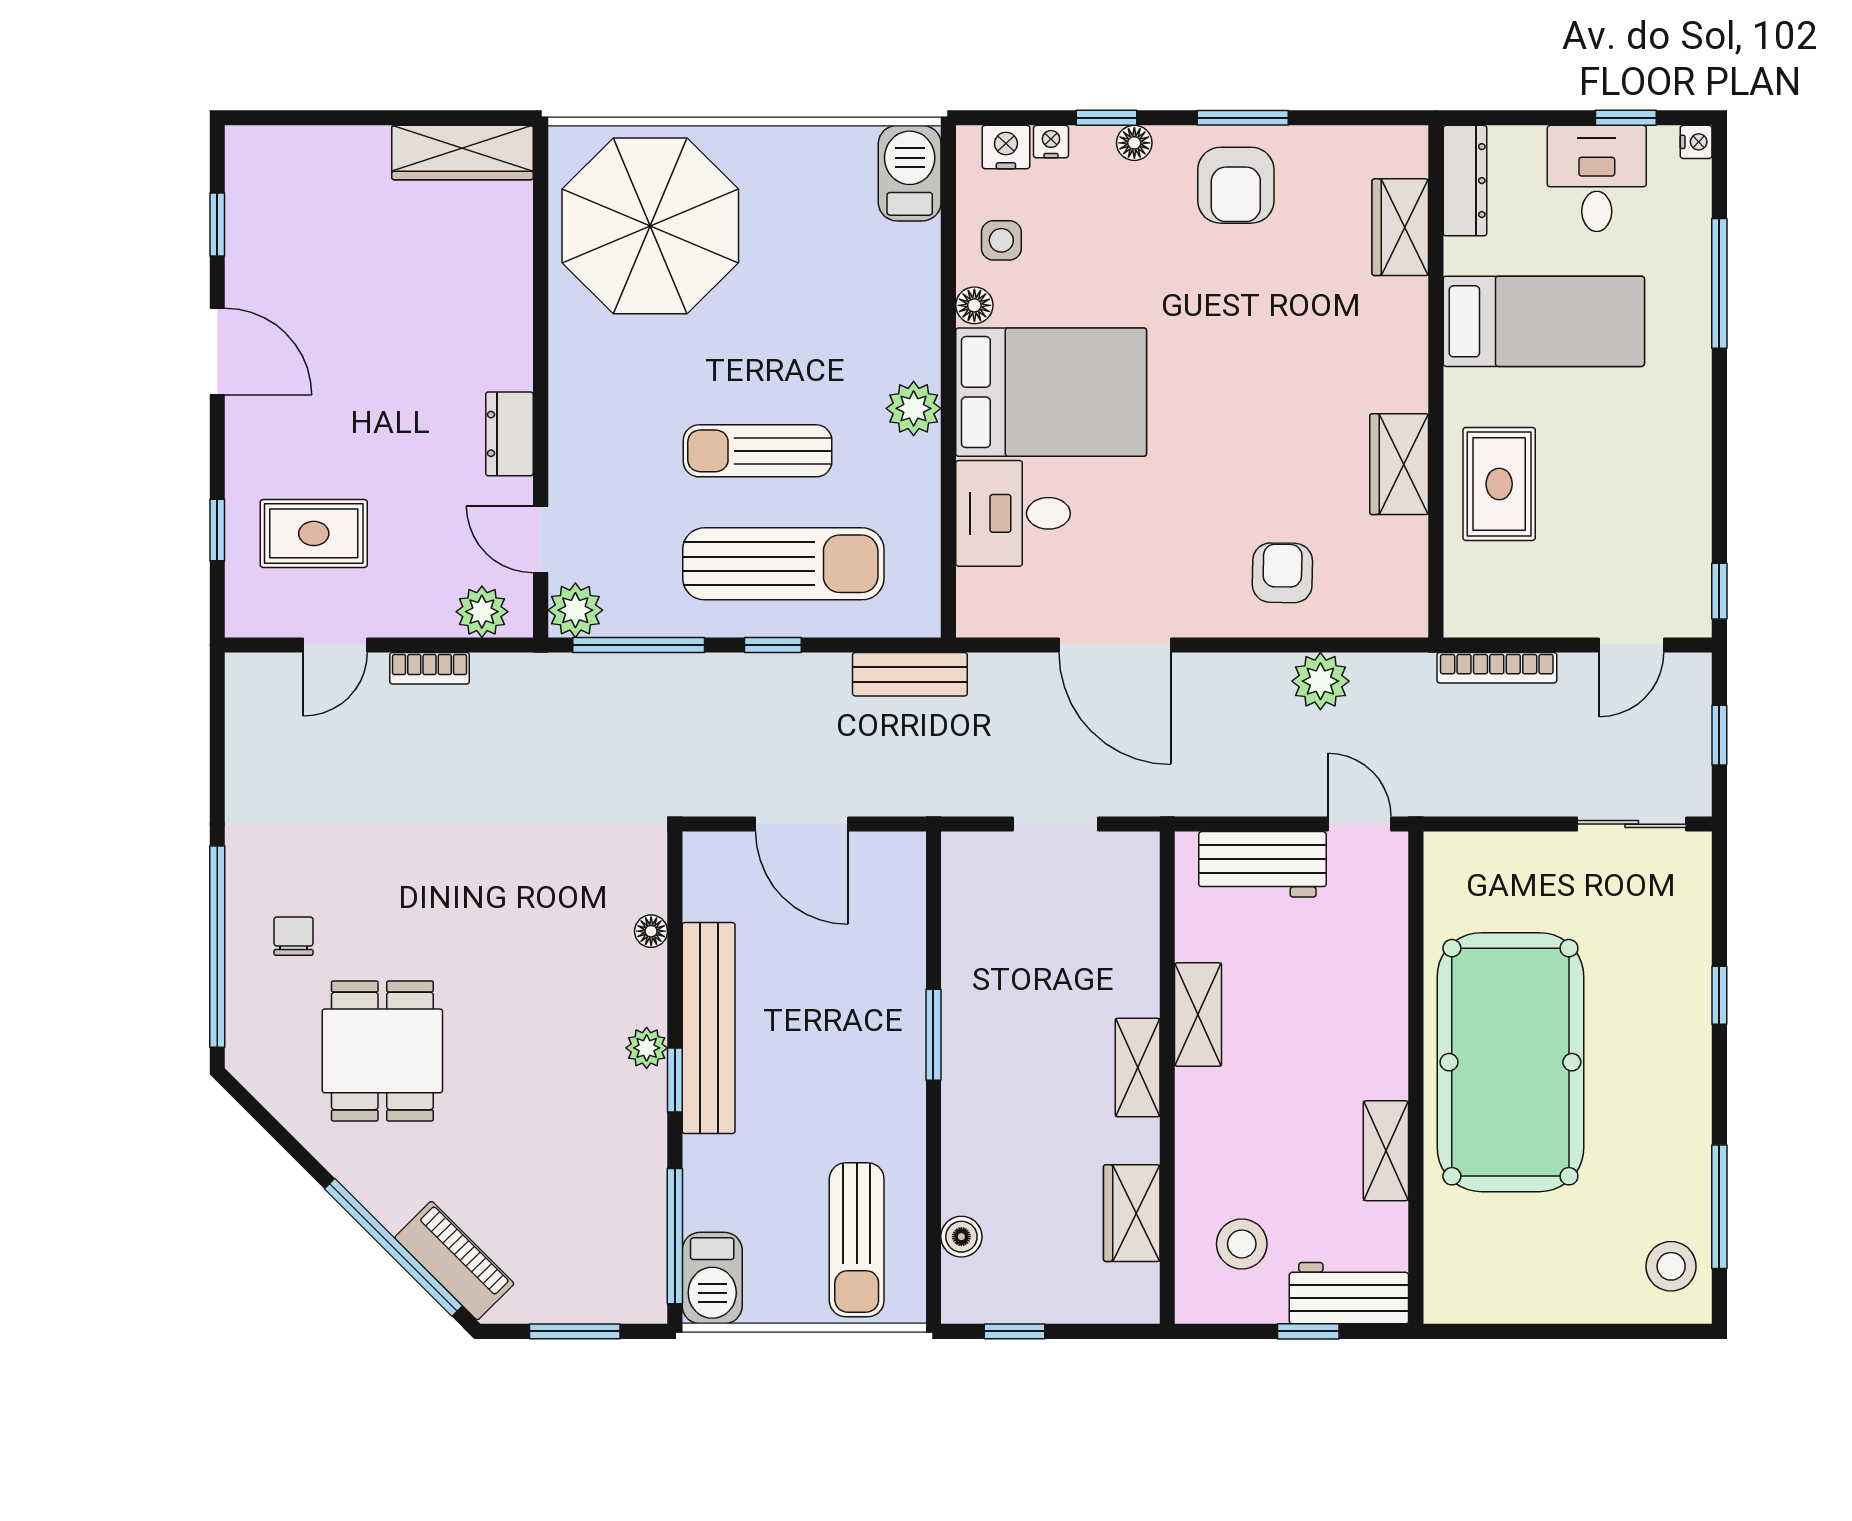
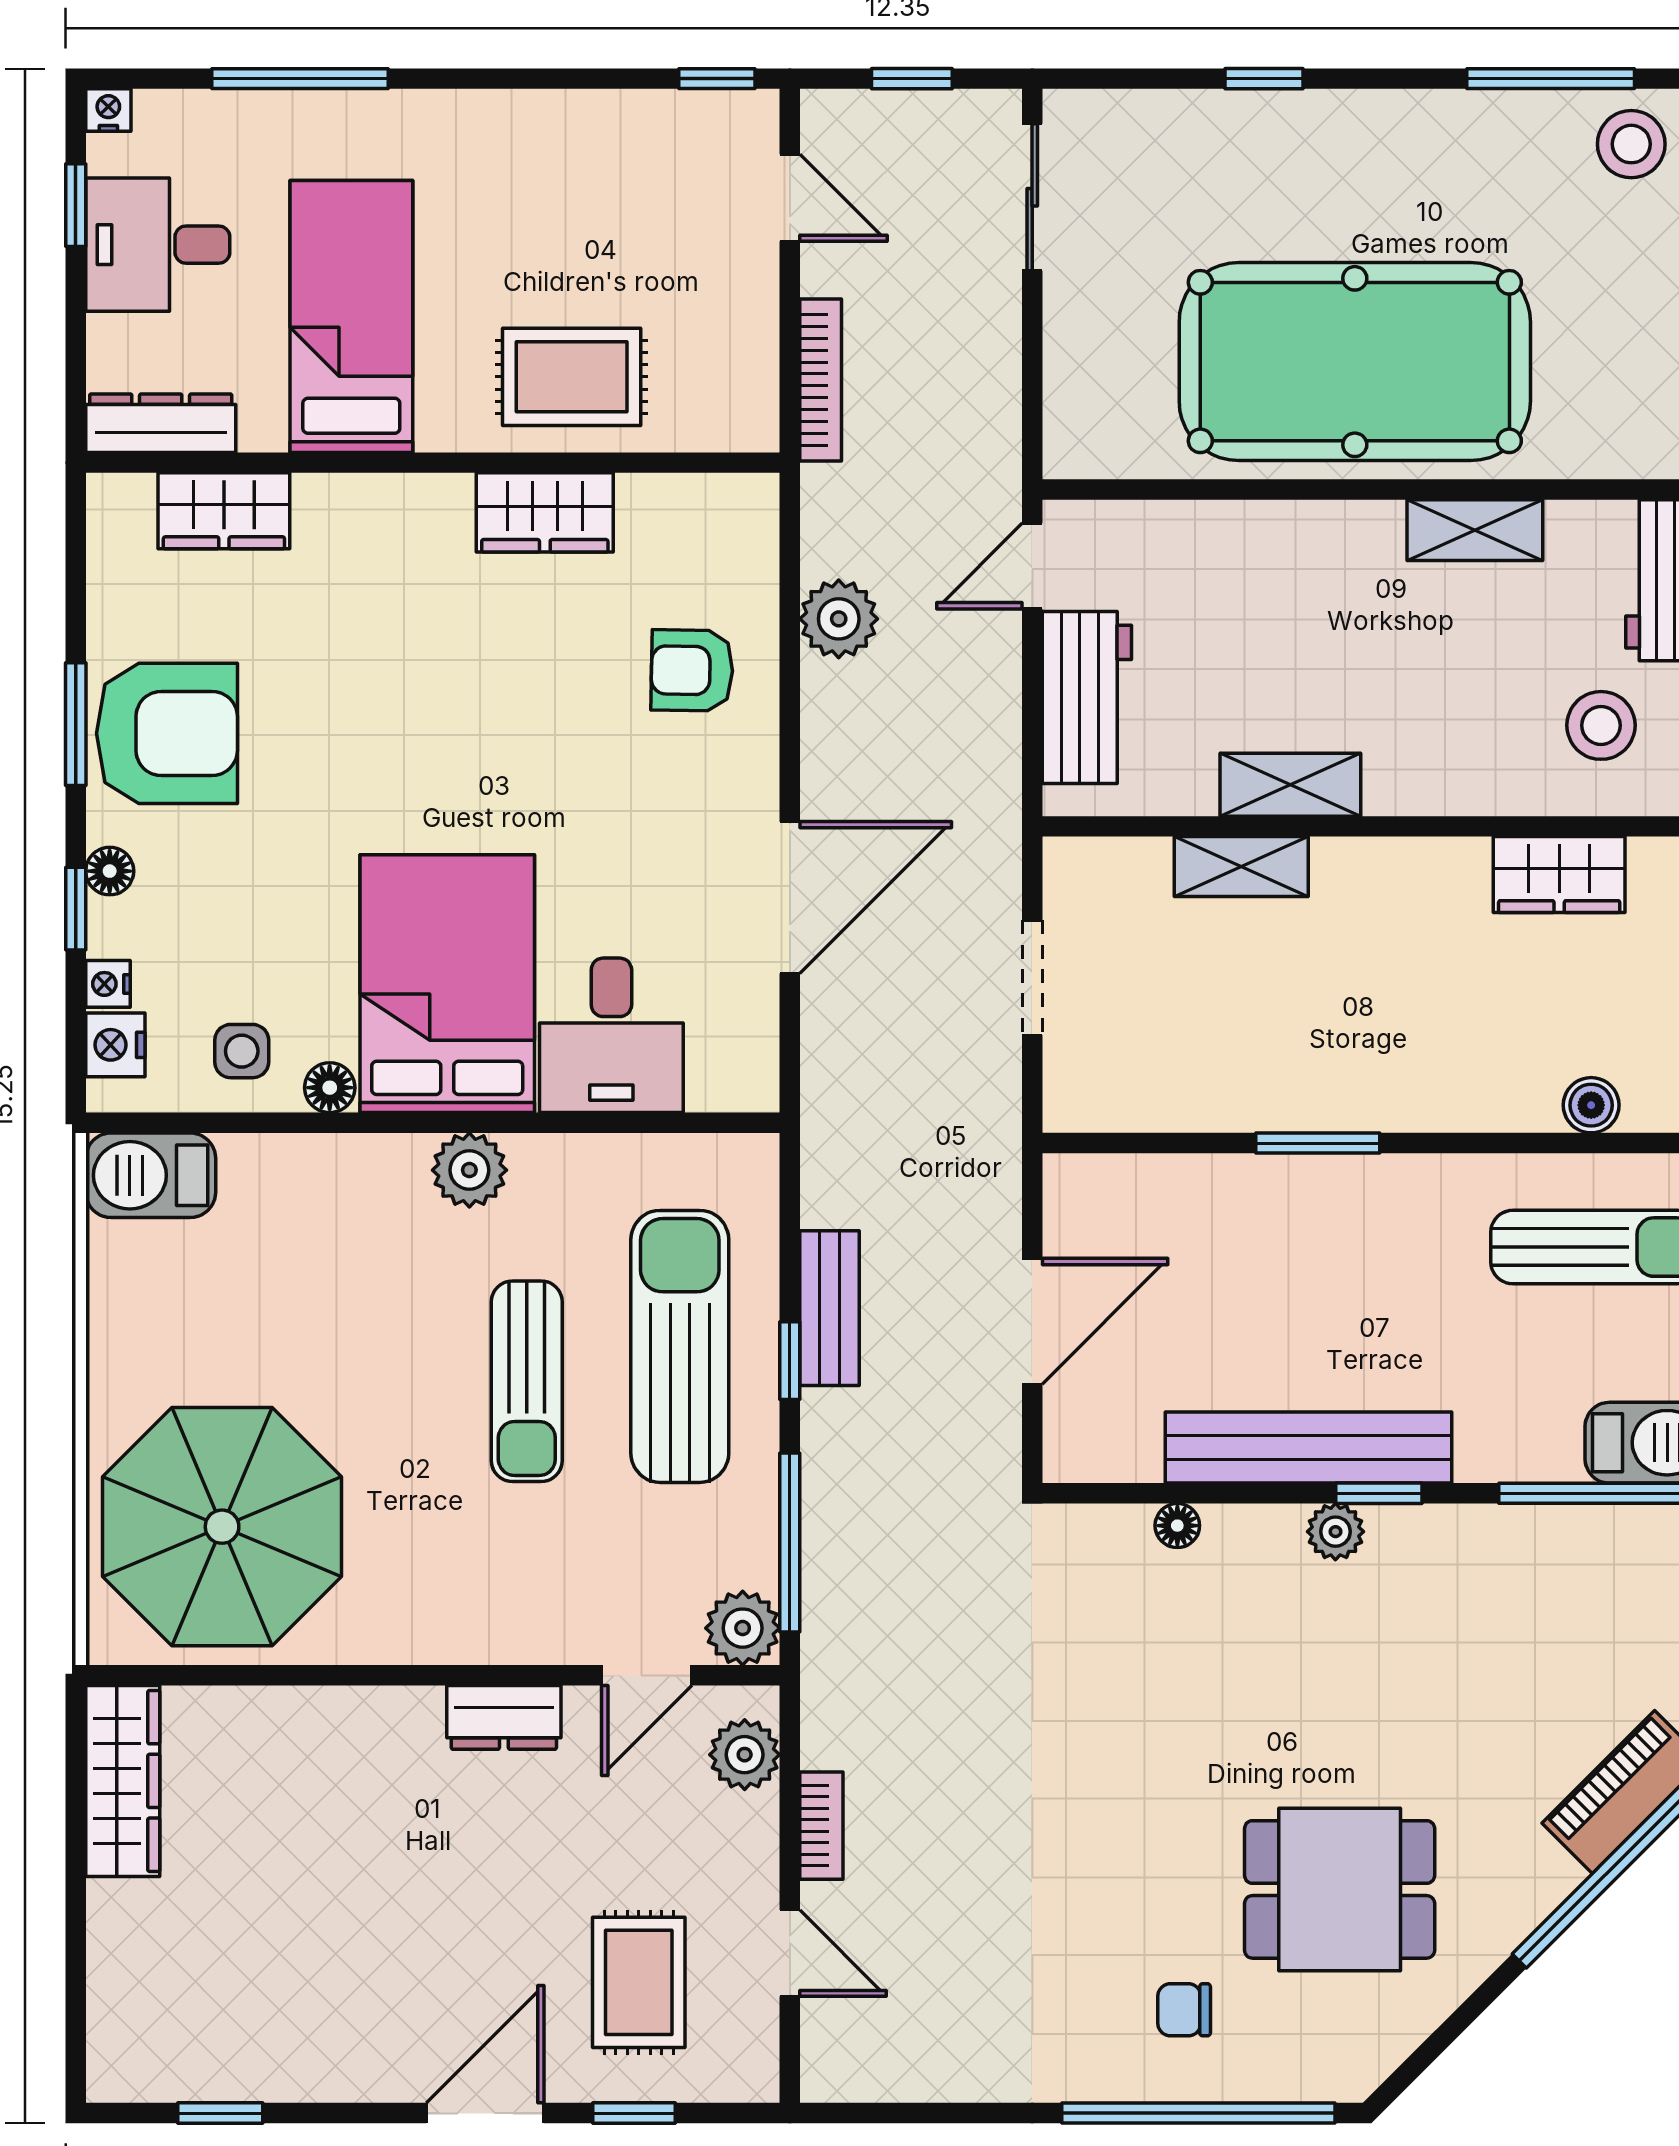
armchair: (1236, 185) -> (167, 733), width x1.36, depth x1.36
door: (217, 352) -> (485, 2113), moved
bench: (910, 674) -> (829, 1308), moved
shelving: (1138, 1068) -> (1241, 867), moved

